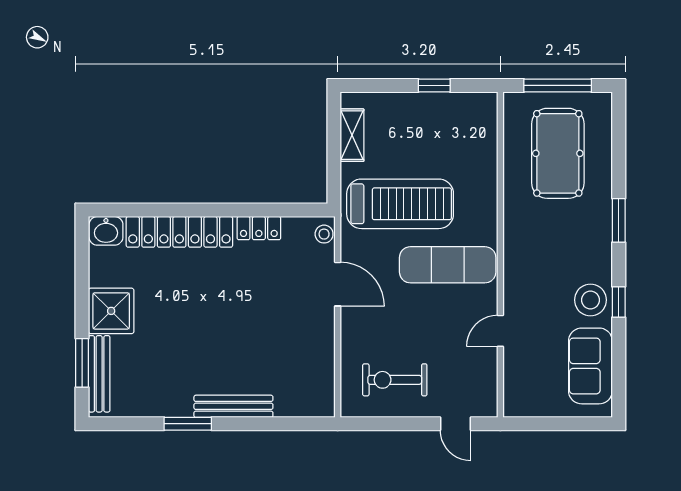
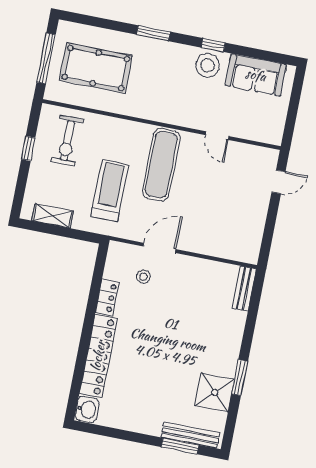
treadmill: (400, 204) -> (110, 191), width x0.73, depth x0.73
stool: (324, 234) -> (143, 277), moved
shower: (111, 311) -> (215, 392), moved
exercise bike: (395, 380) -> (67, 141), moved
bench: (233, 406) -> (244, 289), moved, width x0.73

